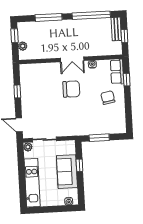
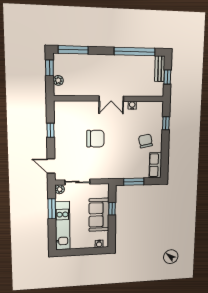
window: (49, 17) -> (73, 50), moved
row of seats: (117, 72) -> (155, 165), moved
chair: (71, 89) -> (95, 139), moved
window: (21, 166) -> (52, 209), added

